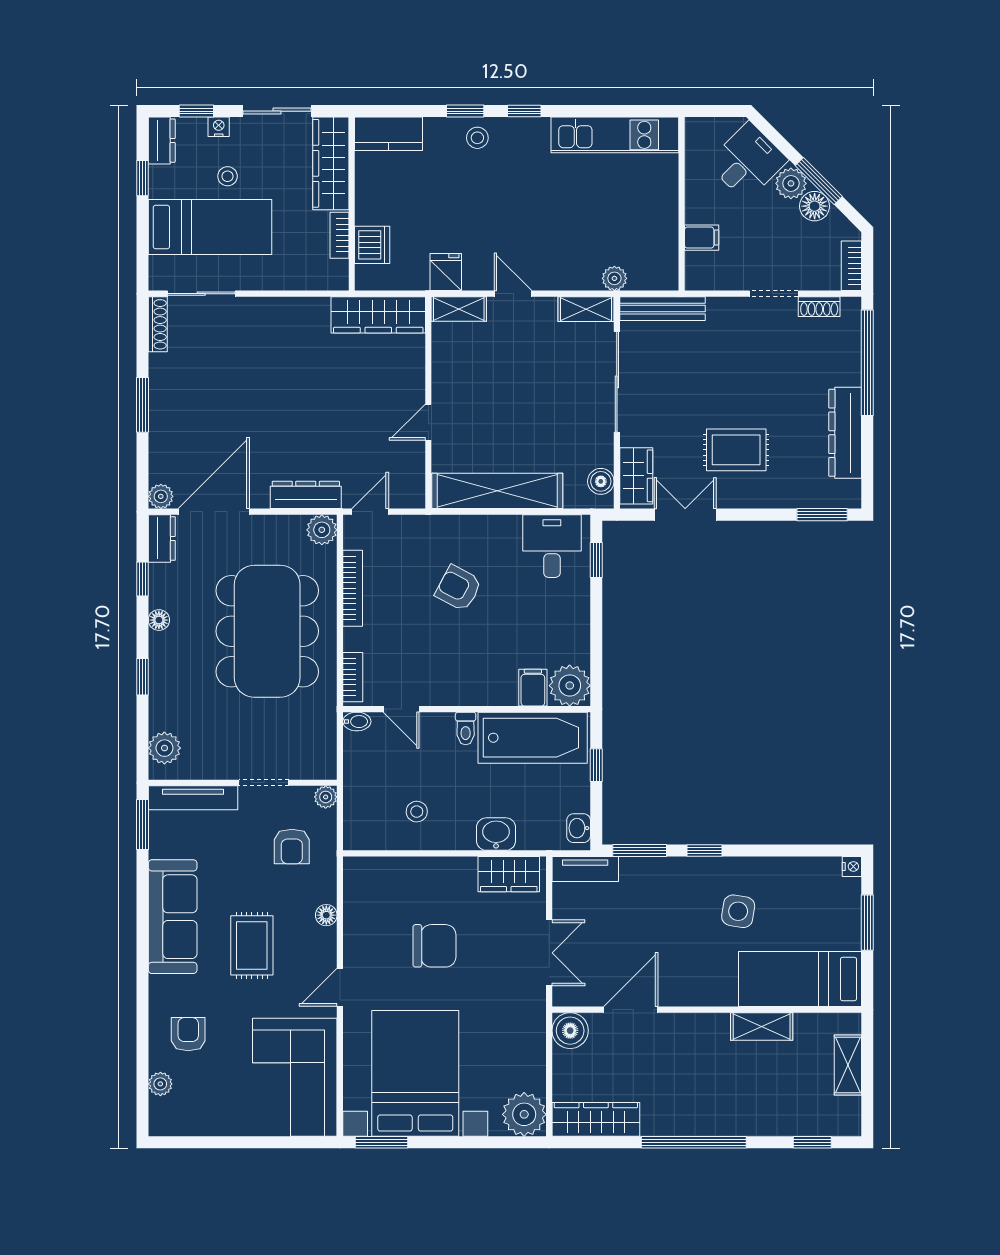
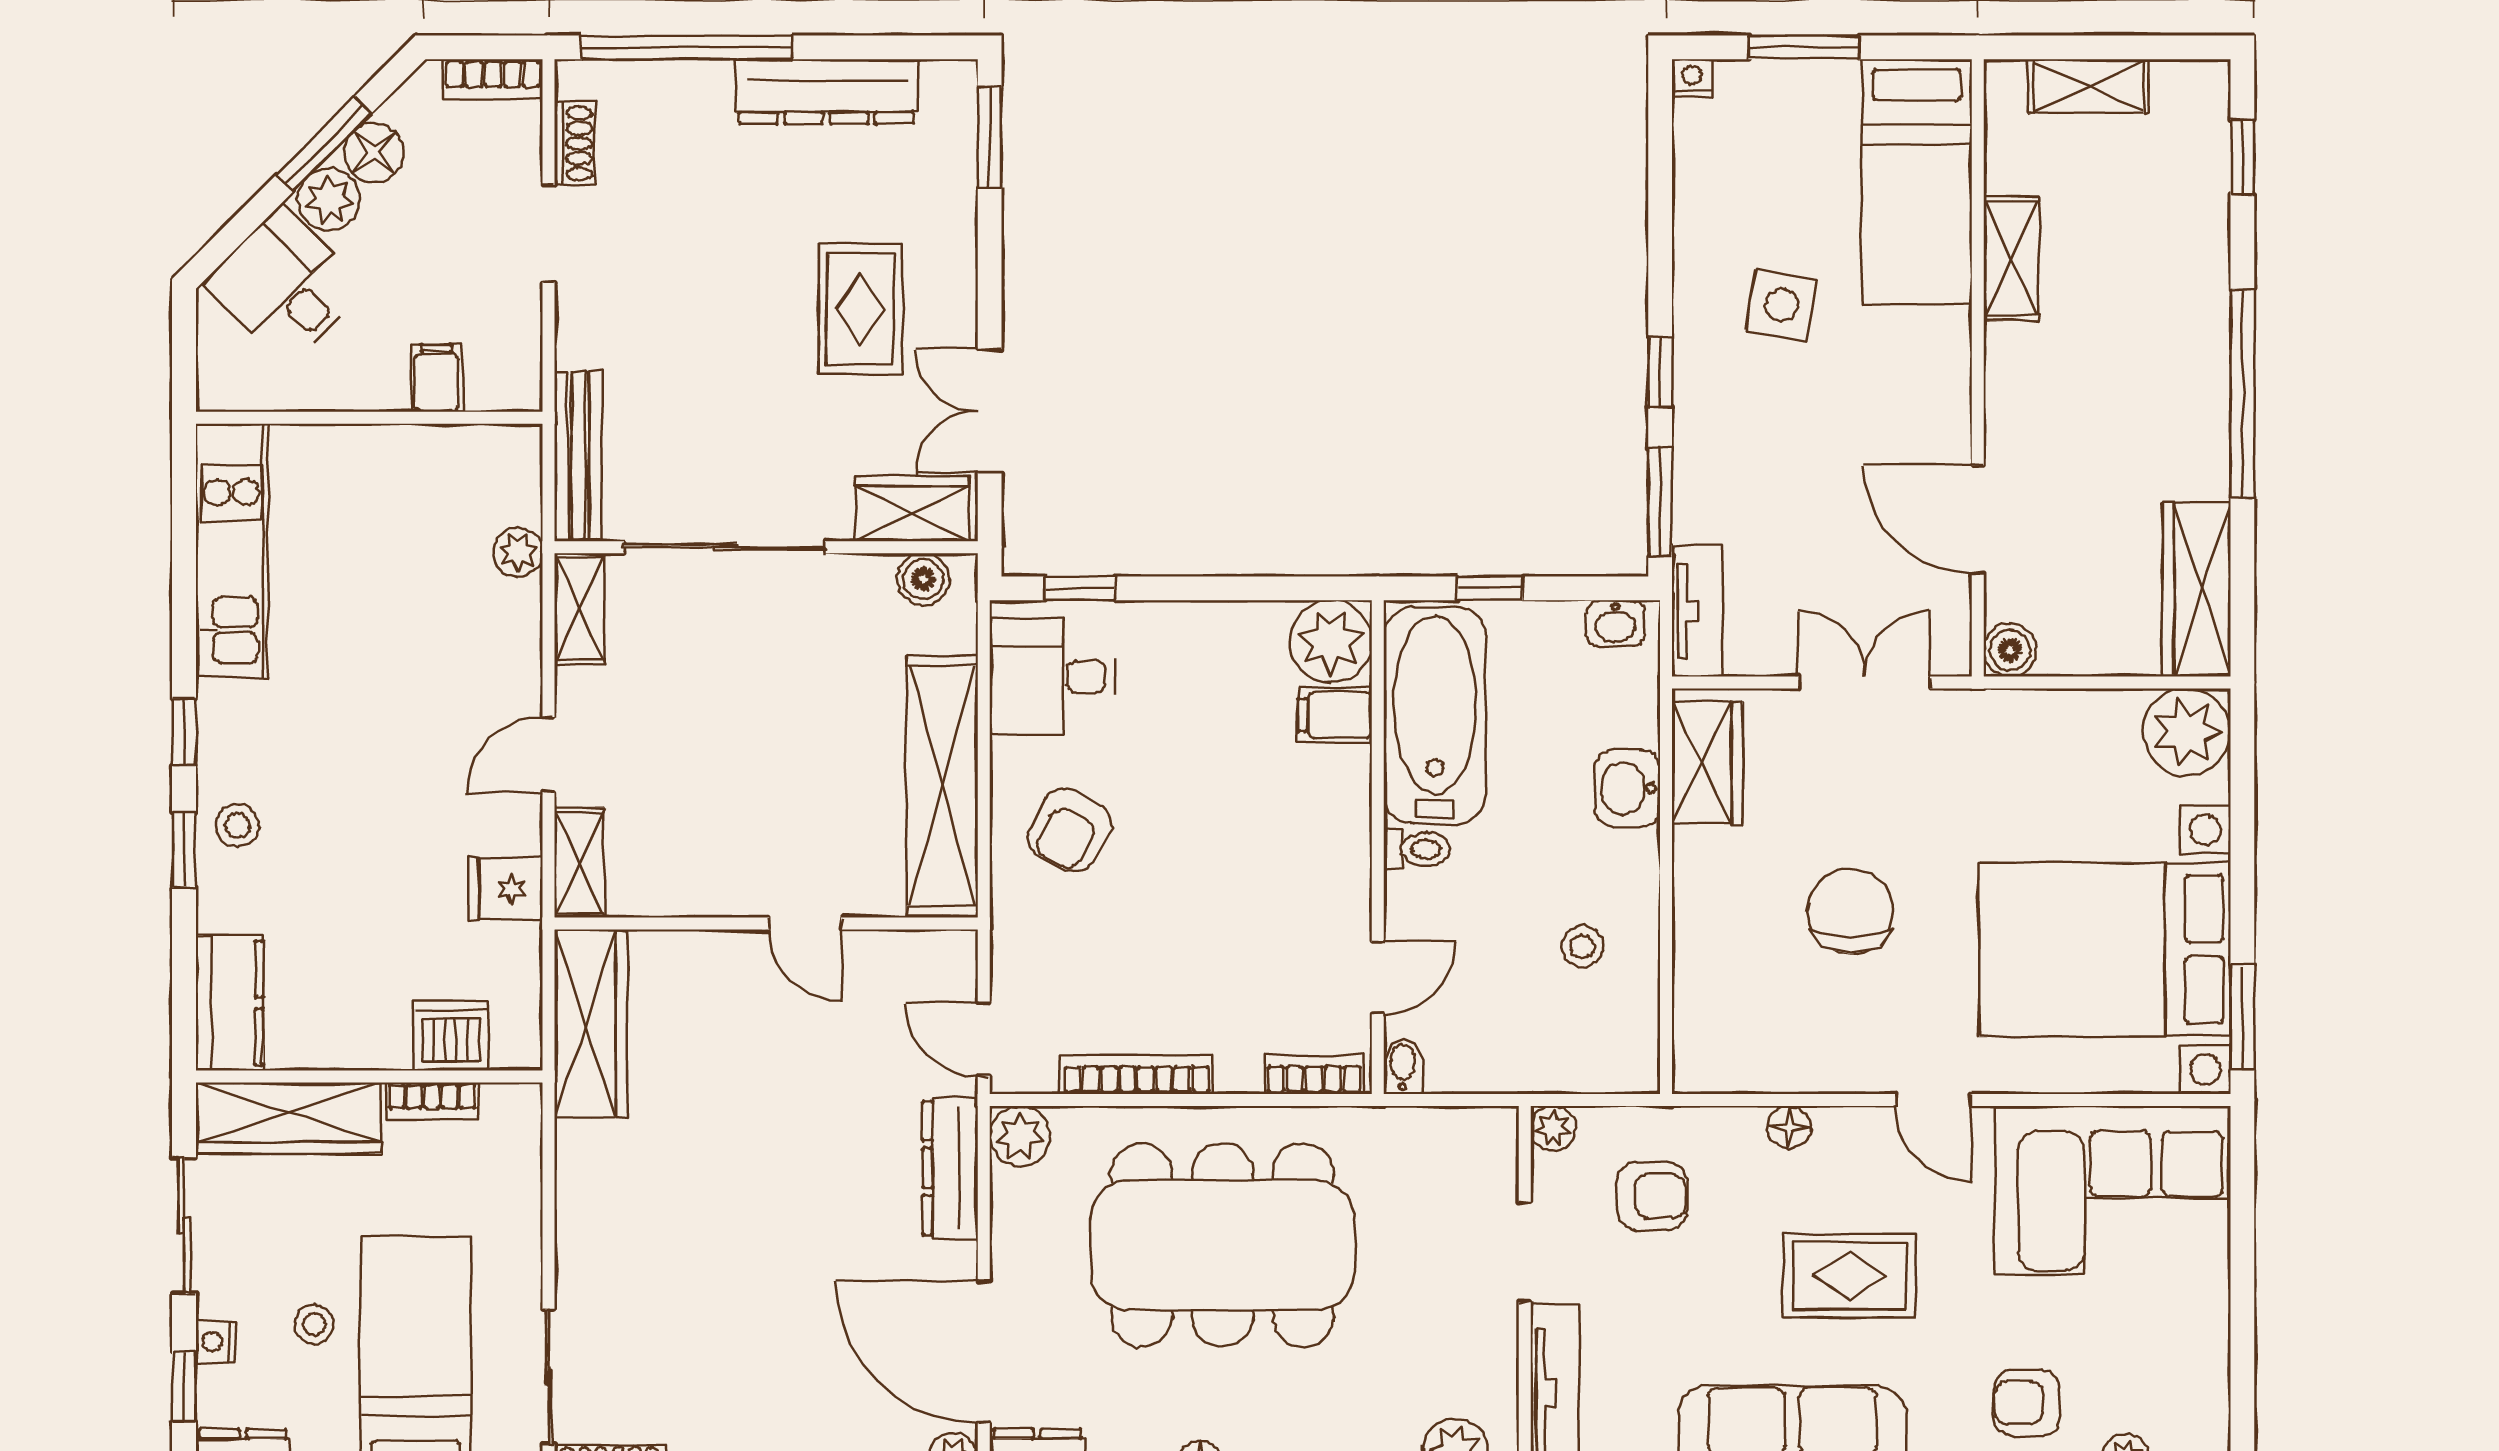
armchair: (458, 588) -> (1069, 830), moved
boiler: (570, 1031) -> (2010, 650), width x0.73, depth x0.73

